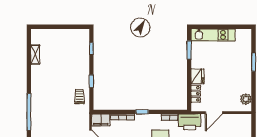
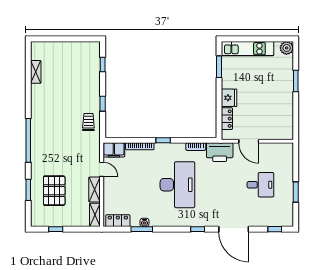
plant: (246, 99) -> (287, 48), moved
door: (214, 113) -> (249, 141), hinge flipped

